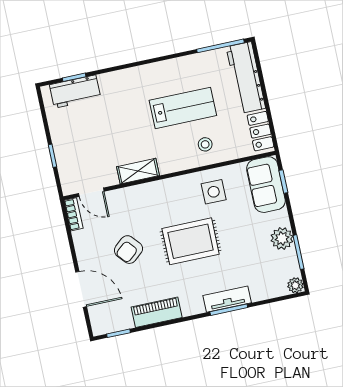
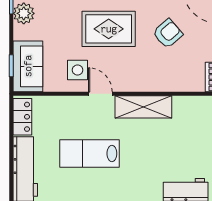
stool: (205, 144) -> (76, 115), removed
shelving: (138, 171) -> (143, 107), width x1.50, depth x1.33
door: (91, 192) -> (100, 94), moved

